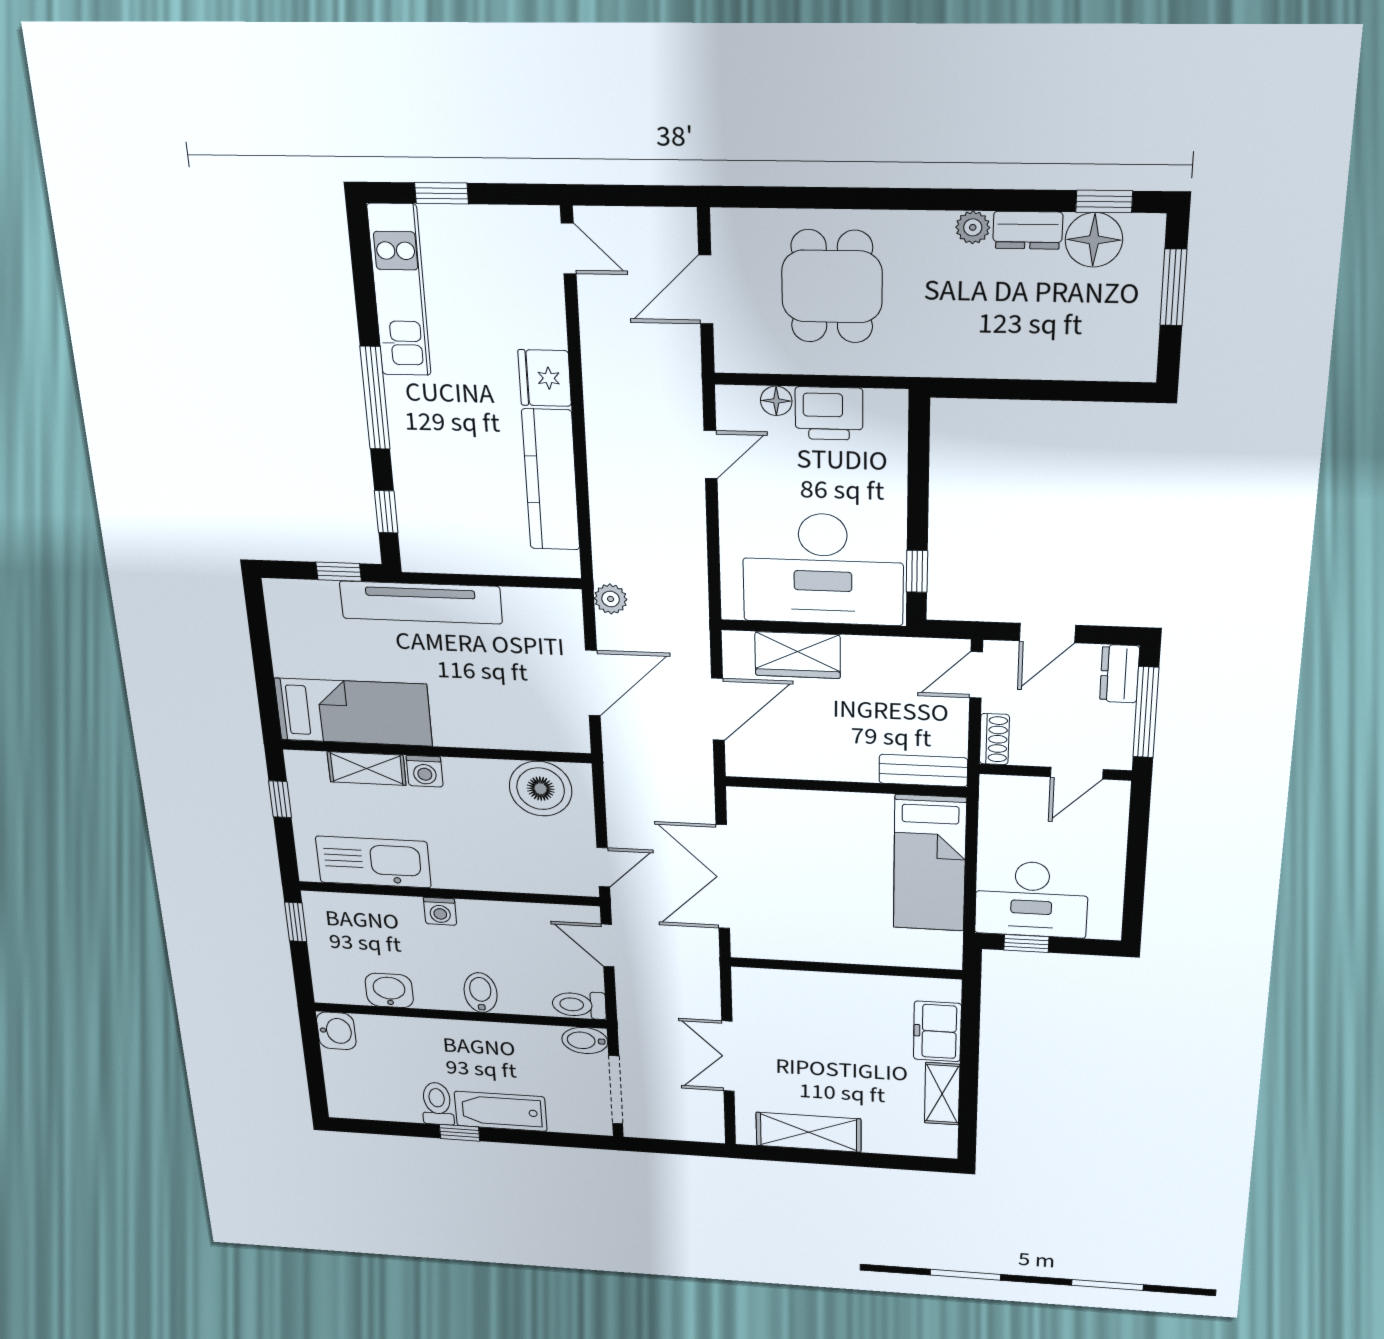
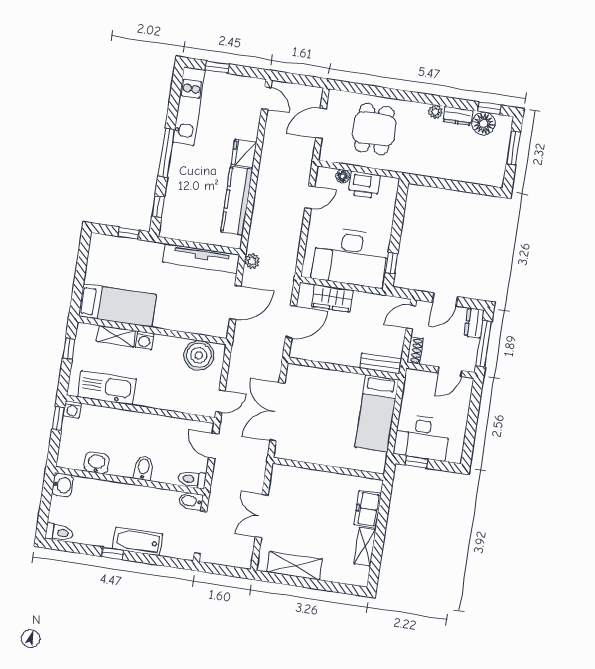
tv unit: (421, 602) -> (201, 259), moved
washing machine: (440, 911) -> (72, 409), moved
toilet: (437, 1104) -> (59, 533), moved, turned 90

